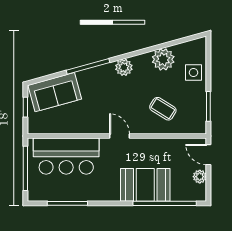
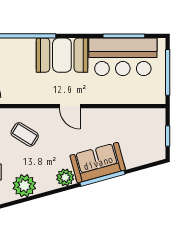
sofa: (55, 92) -> (98, 163), moved
bar counter: (66, 156) -> (123, 57), moved, turned 180
booth: (145, 185) -> (62, 55), moved

